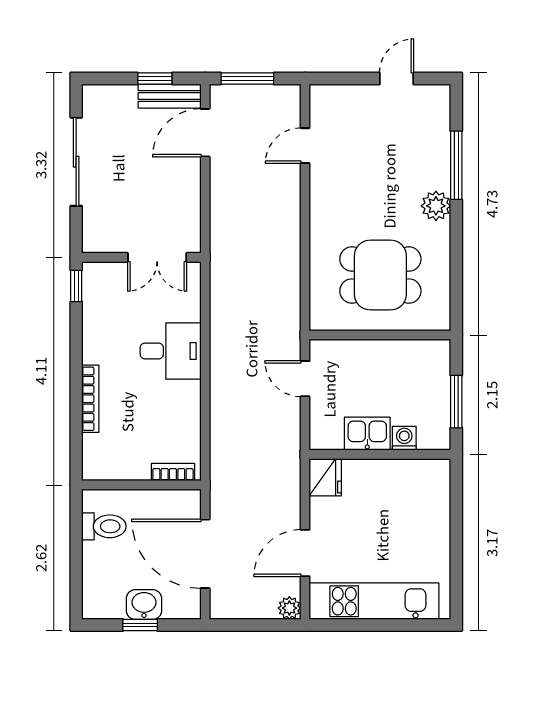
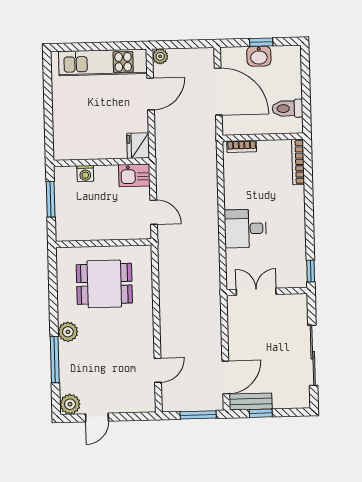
plant: (436, 99) -> (70, 404), added
bookcase: (90, 399) -> (298, 162), moved
kitchen sink: (367, 434) -> (134, 175), moved

